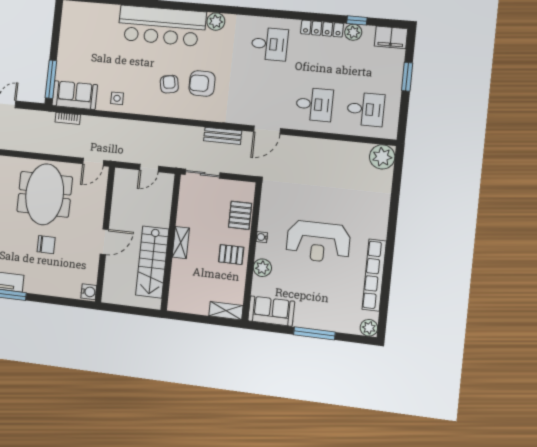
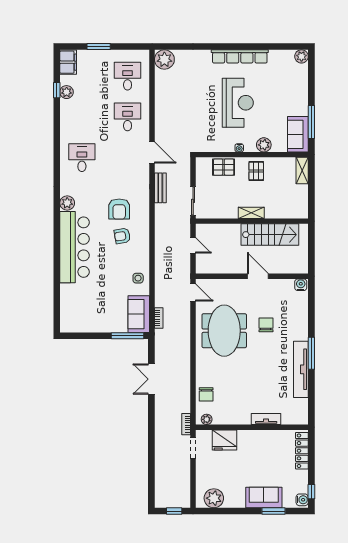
locker: (322, 29) -> (66, 117), removed
meeting table: (45, 194) -> (224, 331), turned 90
row of seats: (374, 275) -> (240, 56), moved
window: (314, 333) -> (311, 122), moved

